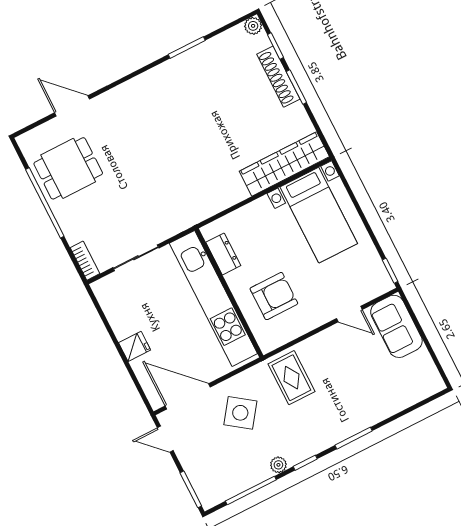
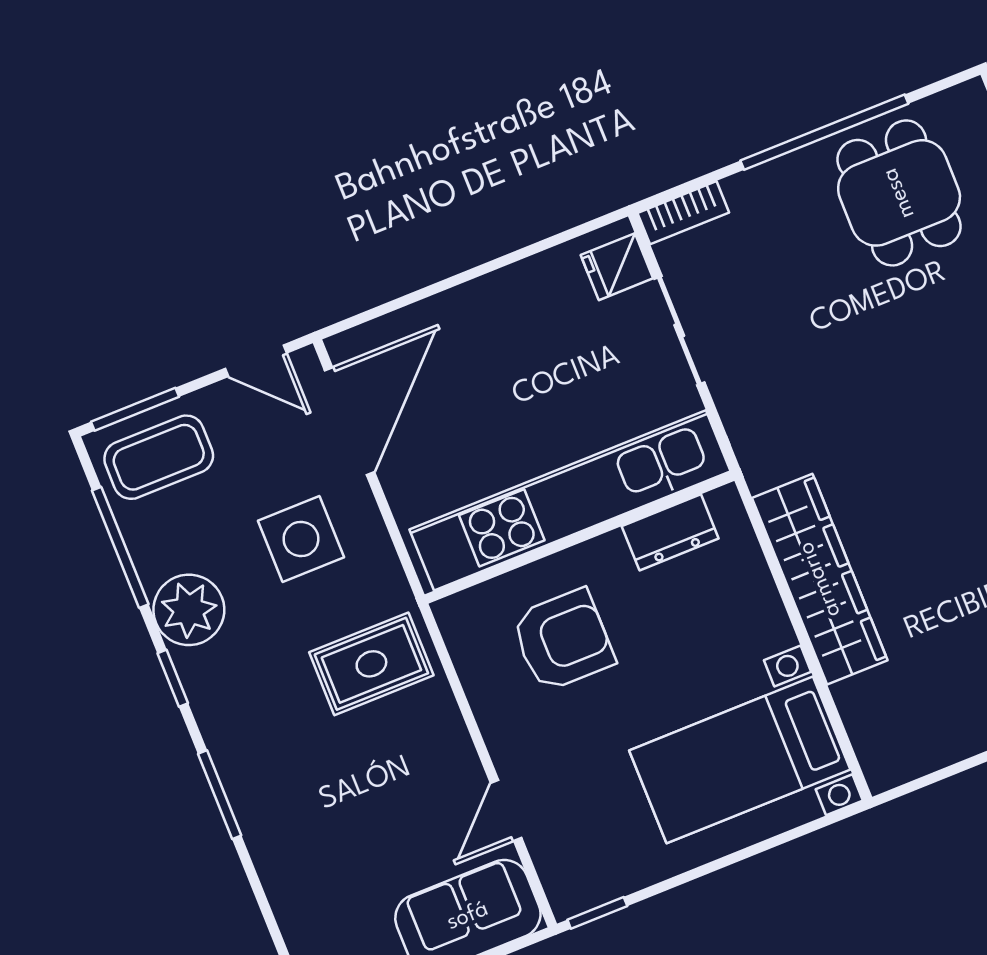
wardrobe: (284, 164) -> (820, 579), moved
armchair: (274, 296) -> (563, 640), turned -90
fridge: (135, 346) -> (617, 267), moved, turned 90
side table: (240, 413) -> (301, 539), turned -36
door: (165, 439) -> (256, 361), swing flipped
plant: (278, 465) -> (189, 610), width x1.87, depth x1.87
coffee table: (211, 477) -> (159, 457), added

